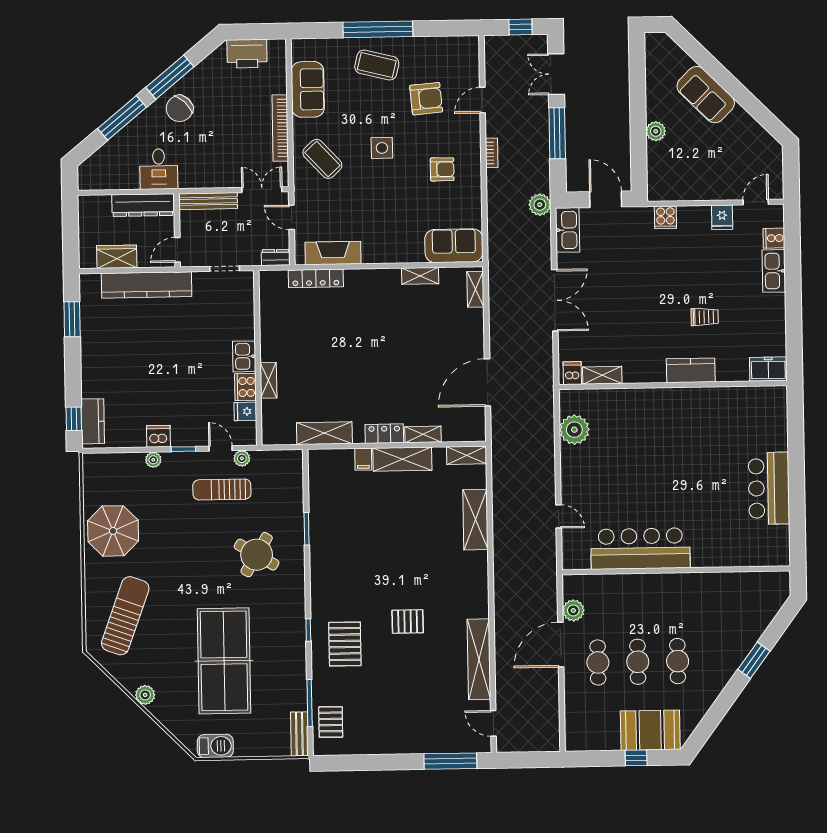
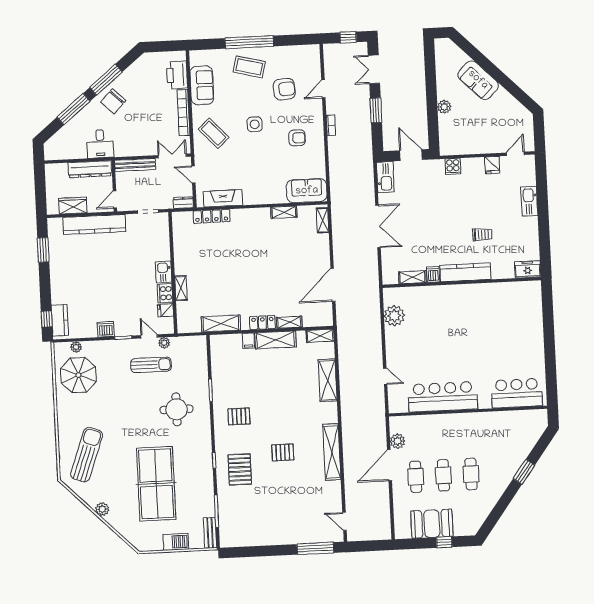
printer: (247, 54) -> (177, 75), moved, turned 90
window: (557, 133) -> (376, 110), width x0.69
plant: (540, 205) -> (365, 160), removed
cooker: (774, 238) -> (529, 178), removed
kitchen counter: (691, 370) -> (465, 272), width x1.50
dishwasher: (572, 373) -> (433, 274), moved
plant: (153, 460) -> (76, 347), moved
bar counter: (769, 488) -> (517, 393), moved, turned 90
sun lounger: (222, 489) -> (151, 365), turned 180
parasol: (113, 531) -> (78, 375), moved
round table: (257, 555) -> (176, 409), turned -31
shelving: (479, 659) -> (332, 452), moved
pallet: (331, 722) -> (239, 416), moved, turned 90
booth: (650, 730) -> (432, 524), moved
barbecue: (215, 746) -> (176, 542), moved

